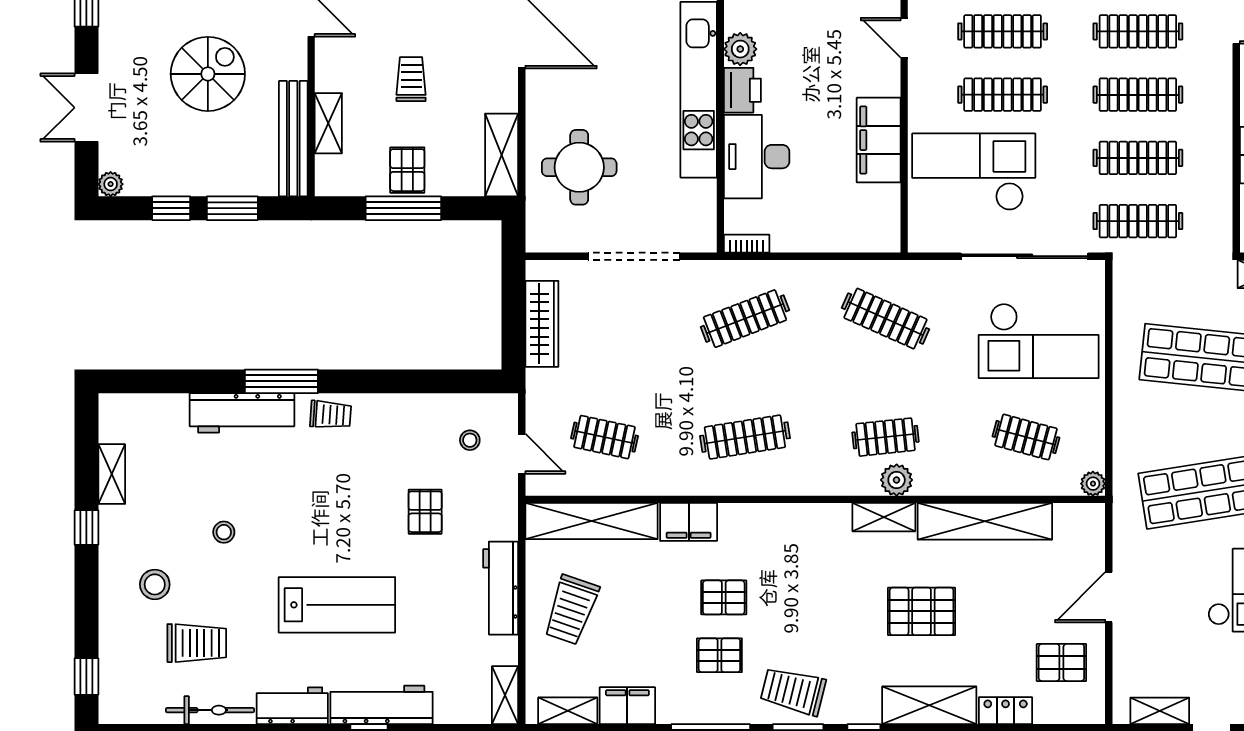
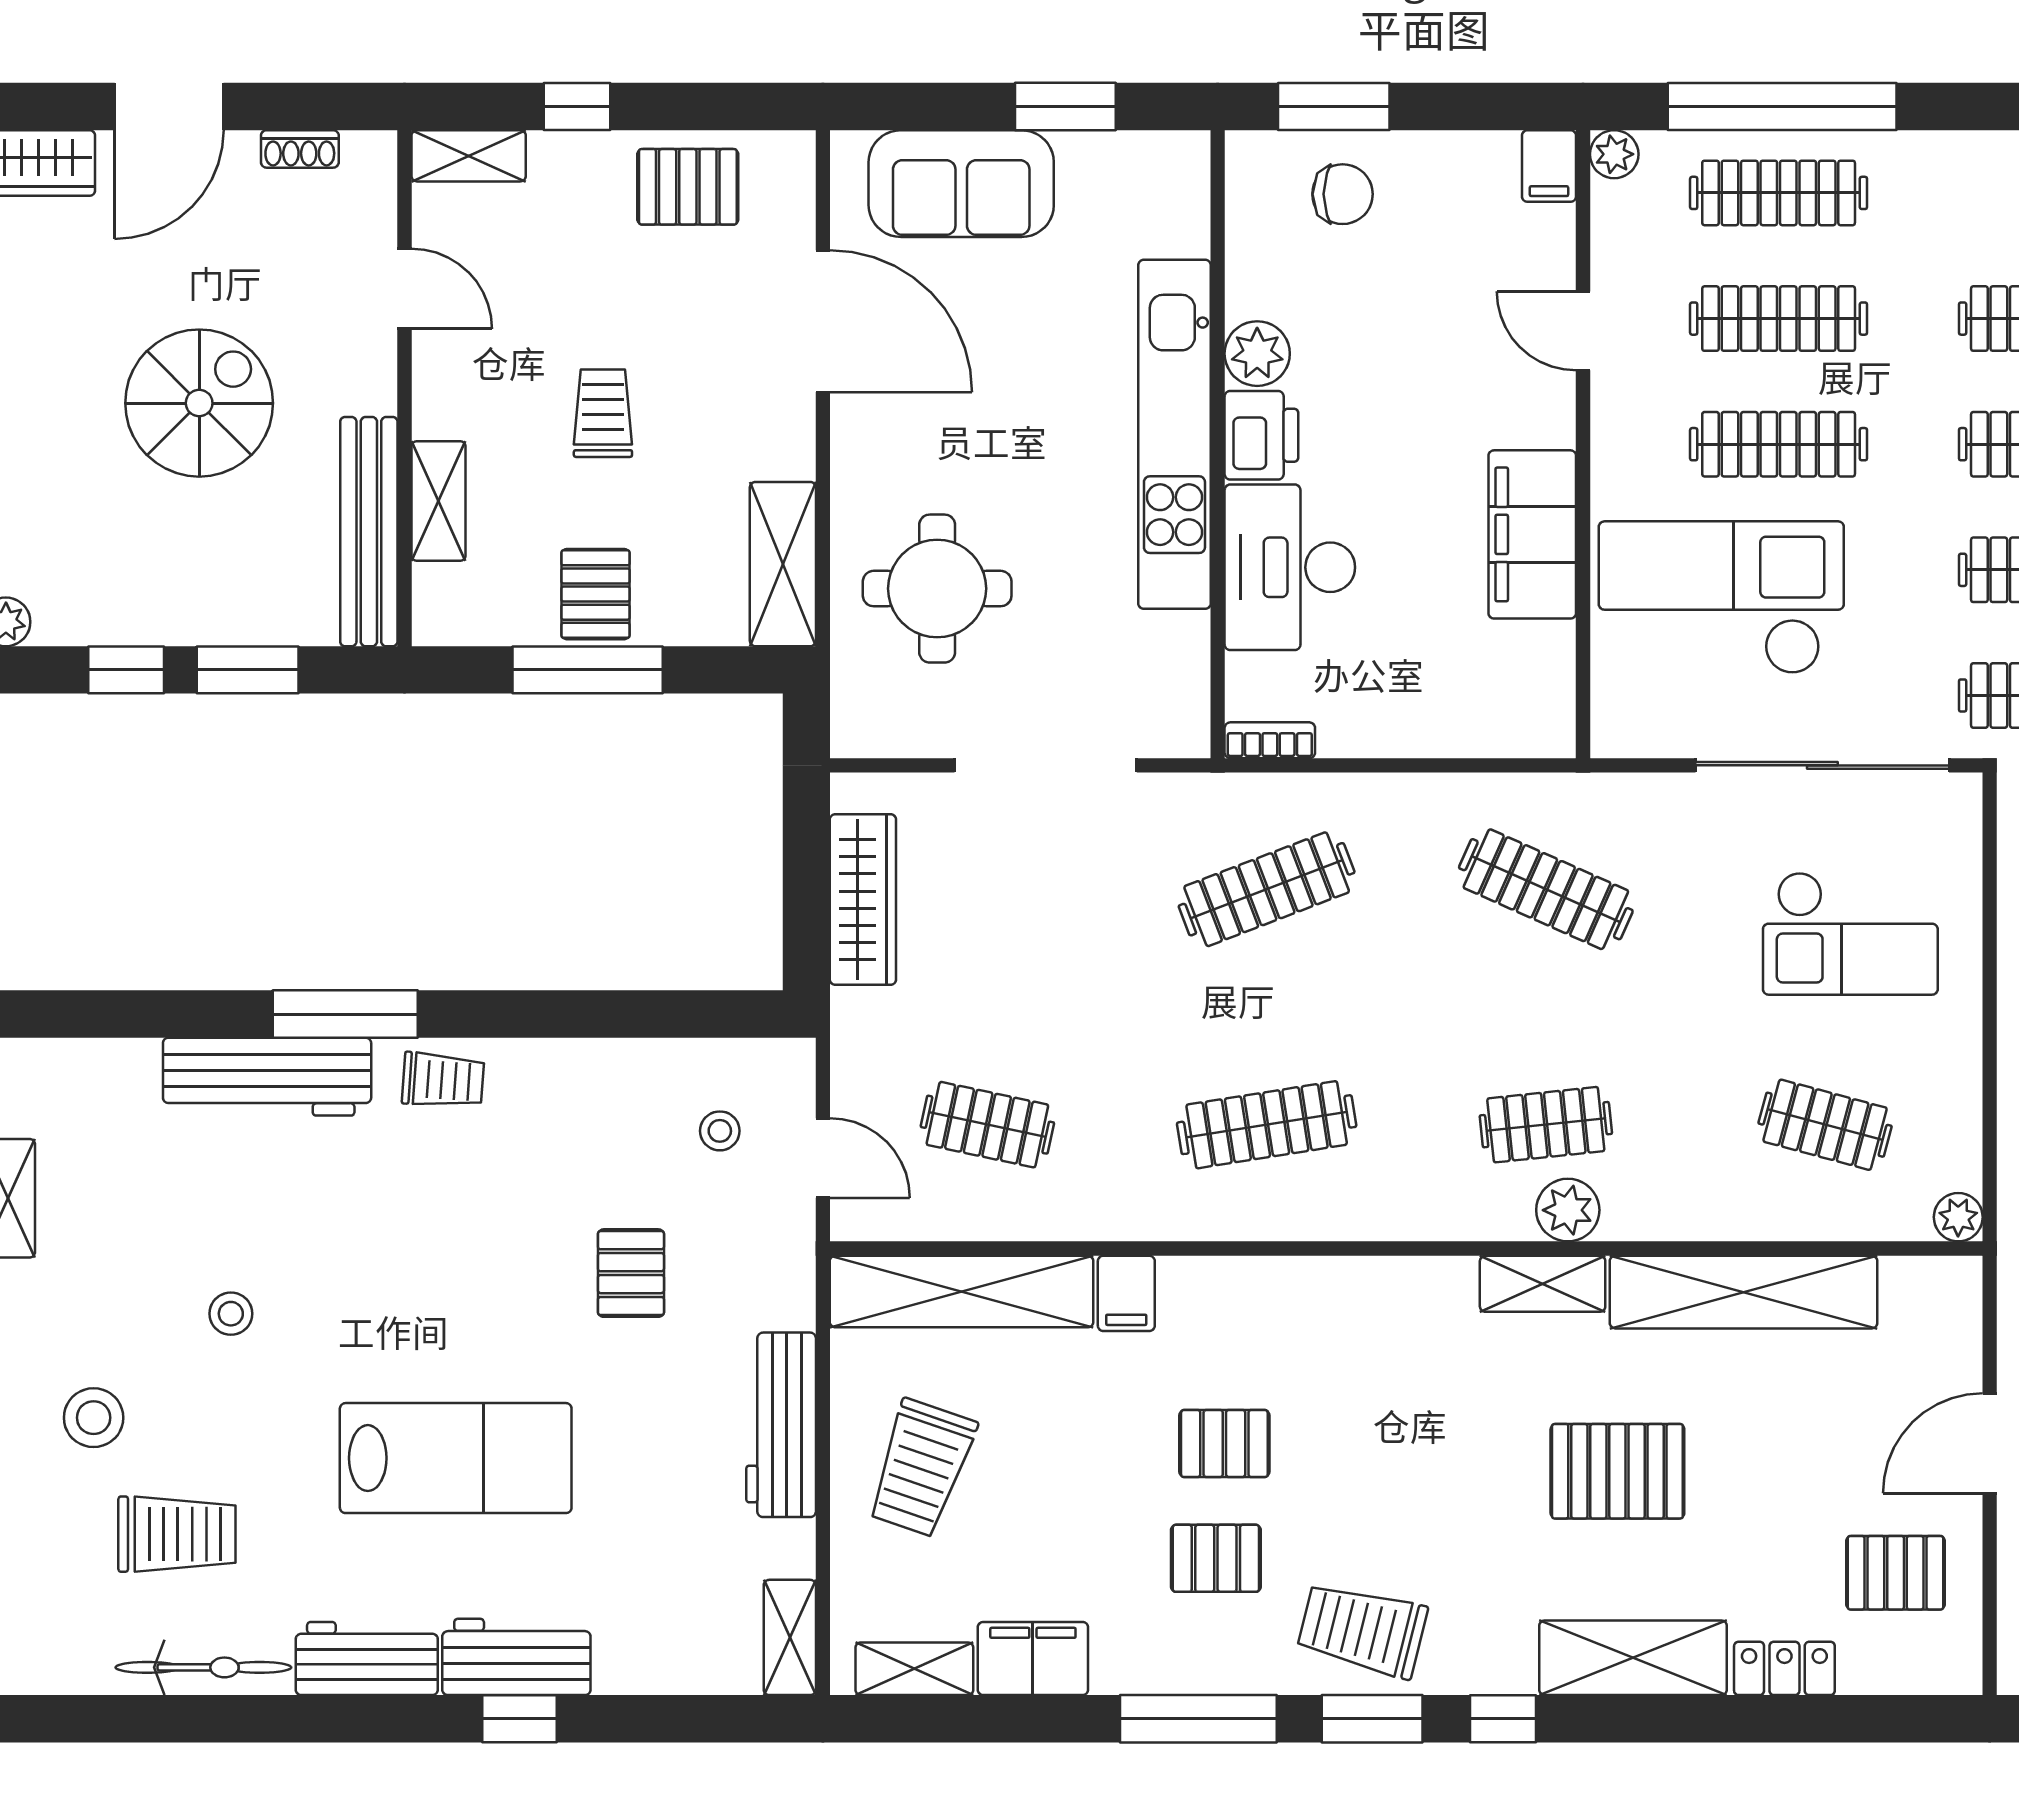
checkout: (1039, 341) -> (1850, 933), width x0.73, depth x0.83
filing cabinet: (689, 522) -> (1126, 1293), width x0.50
workbench: (381, 705) -> (516, 1657), width x0.73

